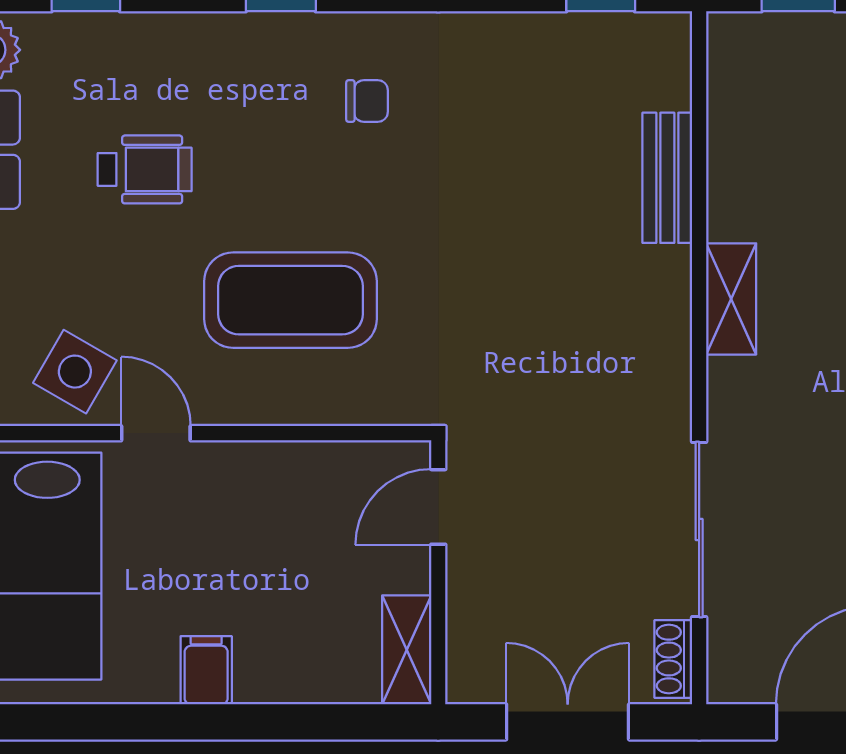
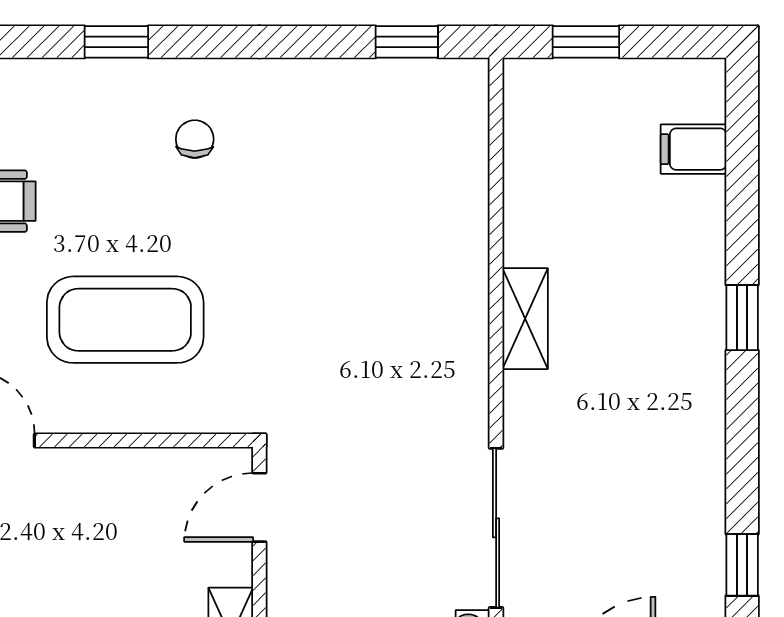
chair: (367, 101) -> (195, 139), turned -90
bench: (667, 178) -> (467, 209), removed

